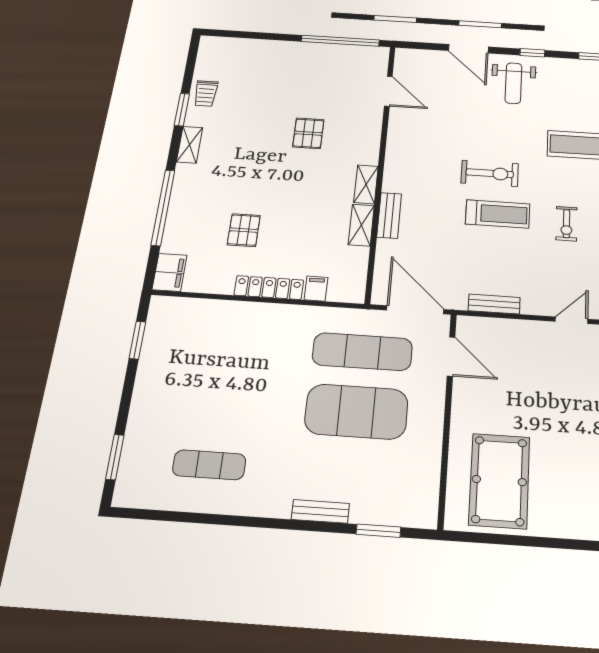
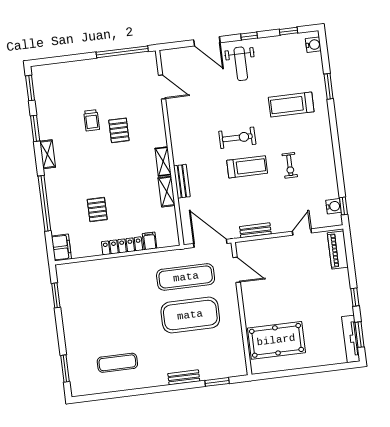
window: (191, 60) -> (30, 88), added
trolley: (206, 93) -> (92, 120), moved
pool table: (499, 481) -> (276, 340), turned 90

